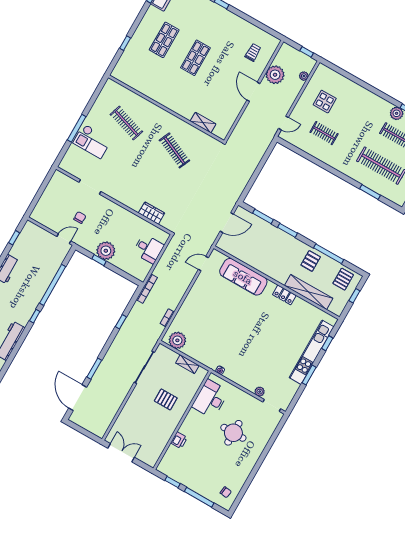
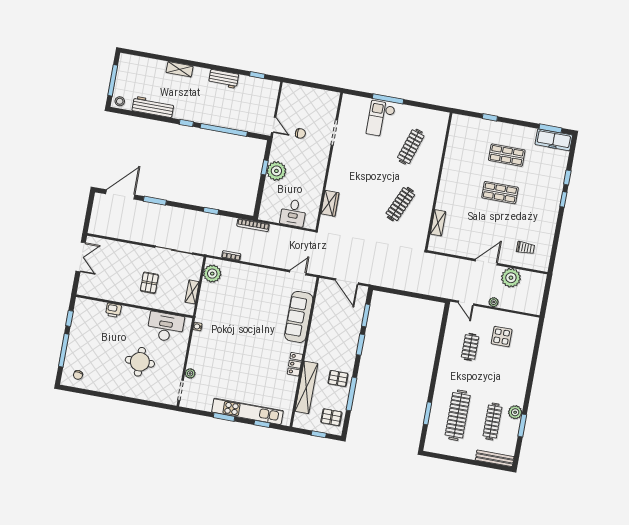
window: (307, 52) -> (545, 301), removed
plant: (304, 76) -> (494, 302), moved
door: (203, 264) -> (298, 273), hinge flipped

